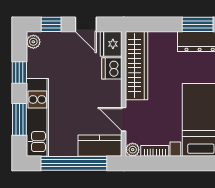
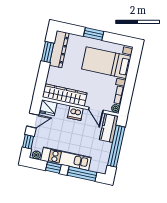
dishwasher: (112, 68) -> (75, 113), moved
kitchen unit: (37, 117) -> (66, 159), moved
window: (19, 119) -> (82, 174), width x1.44
door: (124, 119) -> (96, 110), hinge flipped

